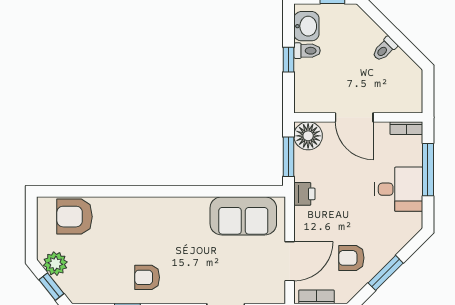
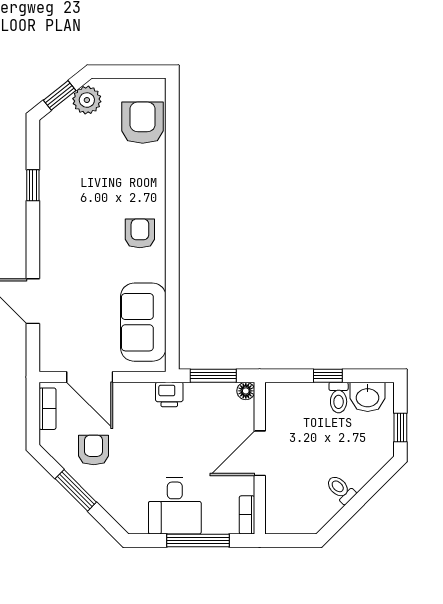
floor lamp: (308, 136) -> (246, 391), width x0.53, depth x0.53
armchair: (147, 277) -> (140, 233), moved

